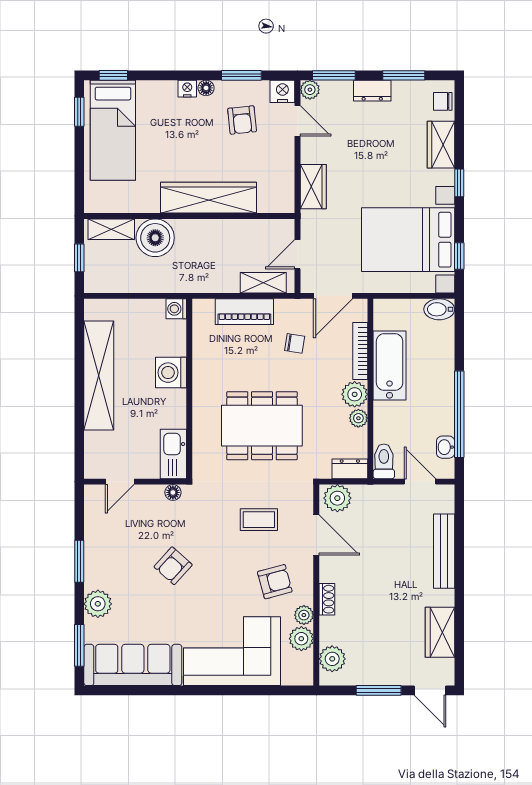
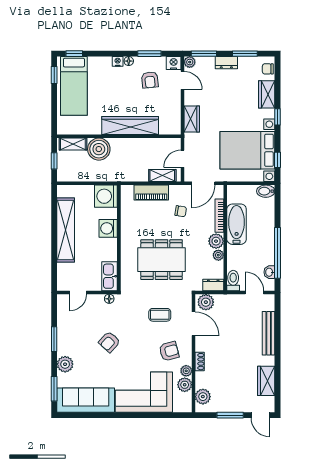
washing machine: (176, 309) -> (106, 196), width x1.89, depth x1.89

